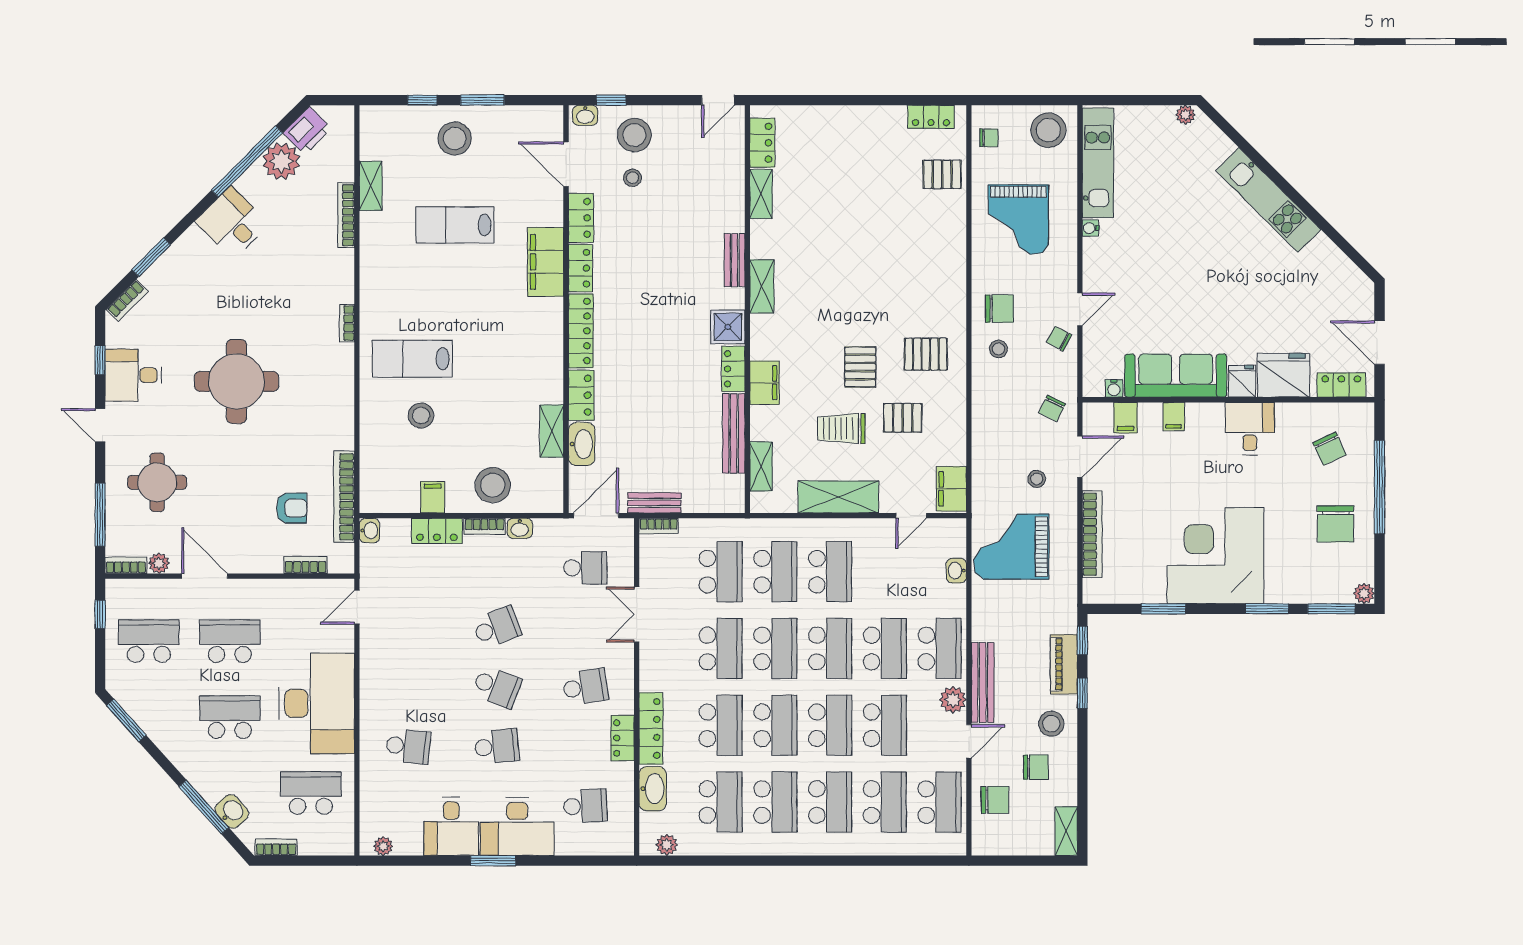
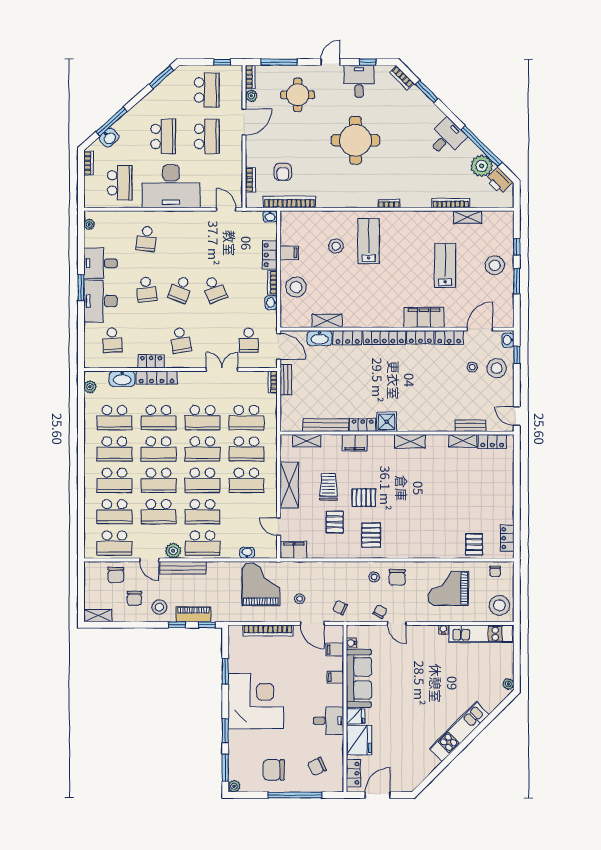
bench: (735, 260) -> (470, 426), moved

